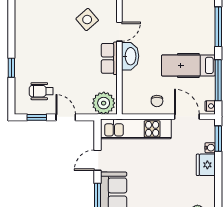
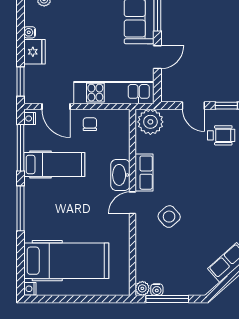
water cooler: (210, 148) -> (30, 32), moved

